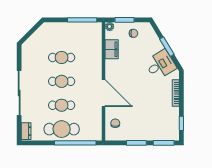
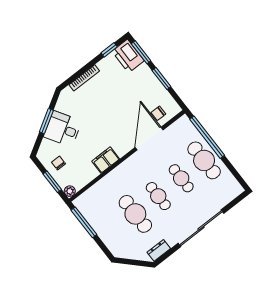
filing cabinet: (112, 49) -> (106, 160), moved
cafe table: (62, 57) -> (135, 214), width x1.37, depth x1.35
desk: (160, 65) -> (63, 129), moved
door: (104, 93) -> (149, 139), moved
dresser: (26, 131) -> (159, 250), moved
printer: (168, 132) -> (128, 56), added

